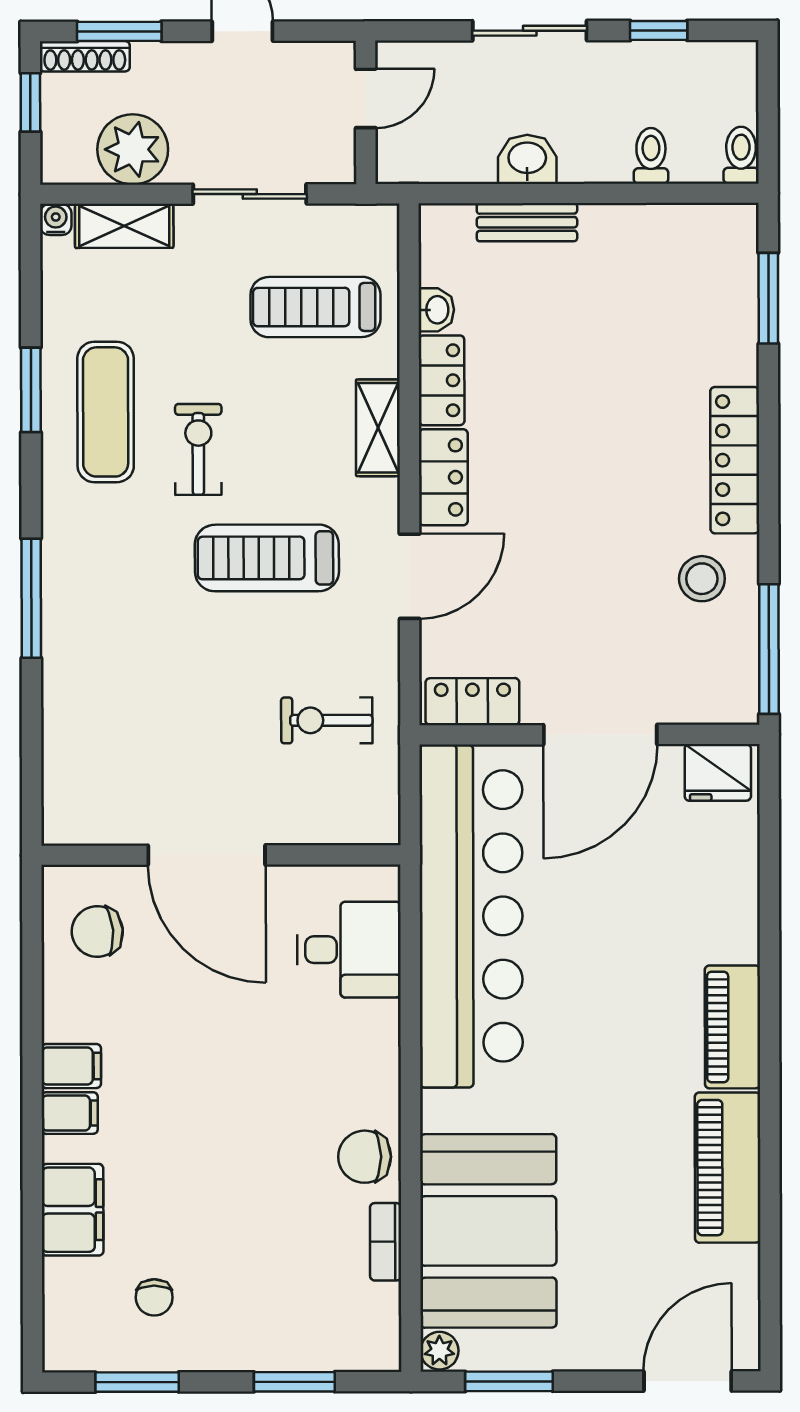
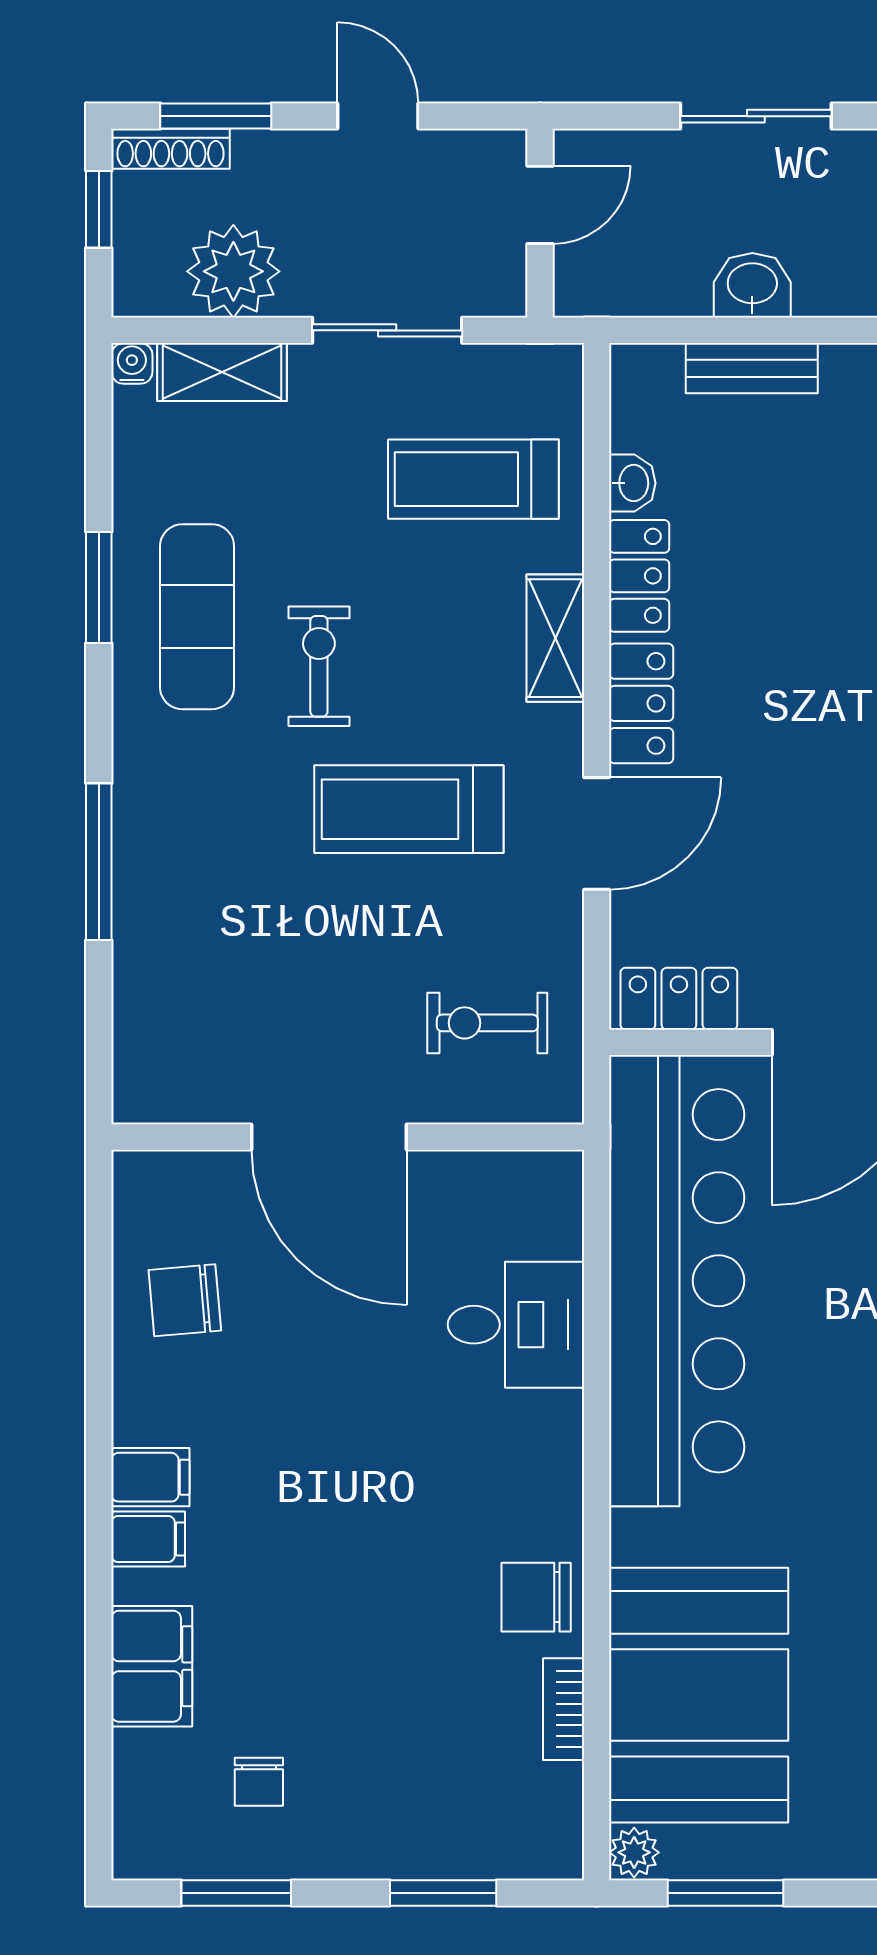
door: (207, 855) -> (329, 1137), moved
wall: (221, 855) -> (348, 1137), moved

